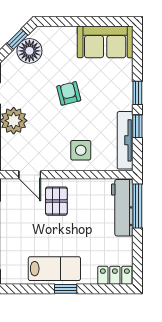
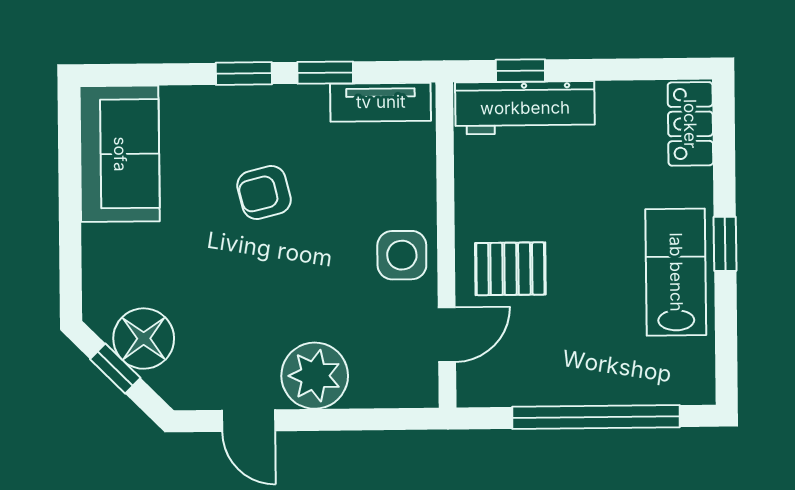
armchair: (69, 93) -> (264, 192), moved
tv unit: (125, 140) -> (381, 102), width x0.71
side table: (81, 150) -> (402, 255), moved
window: (137, 206) -> (520, 71), width x0.46

